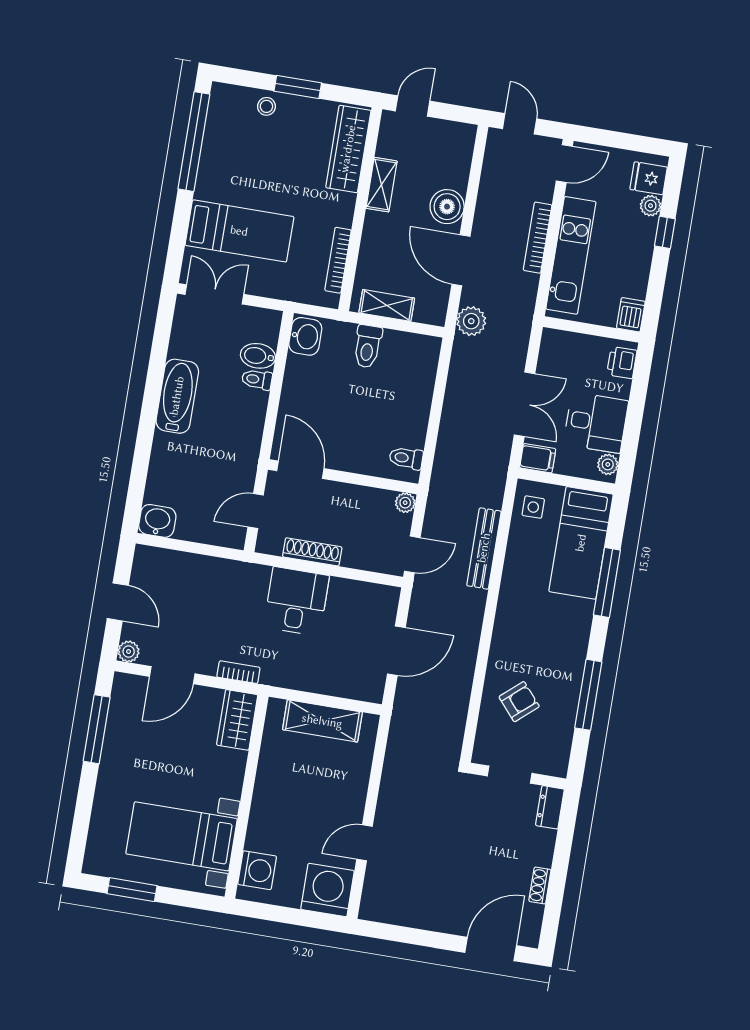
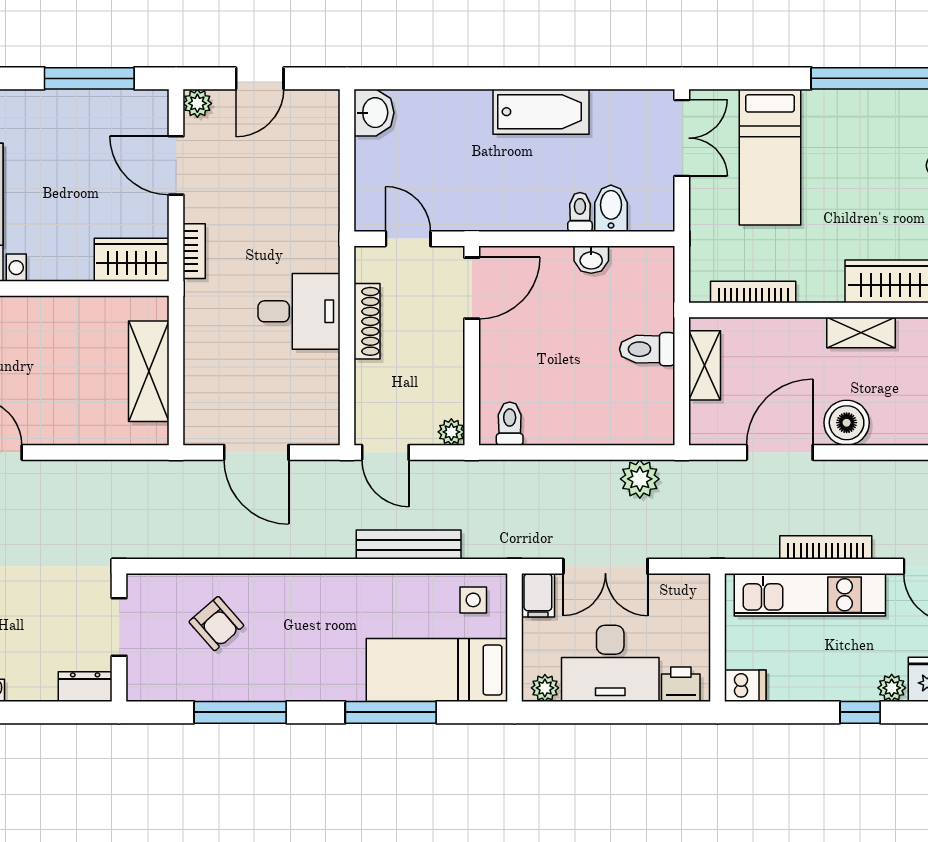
plant: (471, 321) -> (640, 479), moved
washbasin: (305, 336) -> (591, 260), moved, width x0.72, depth x0.69
desk: (596, 423) -> (610, 663), width x1.37

